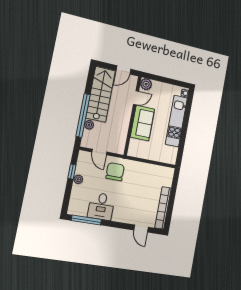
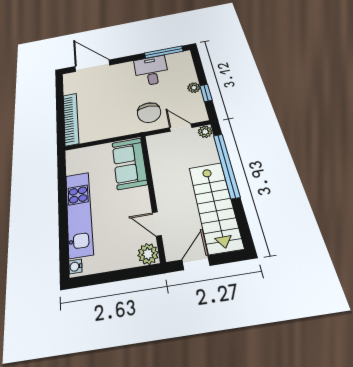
door: (136, 98) -> (157, 224), hinge flipped
sofa: (142, 123) -> (129, 163), moved
plant: (89, 125) -> (205, 132), moved
bookcase: (163, 208) -> (71, 119), moved
door: (141, 229) -> (92, 66), width x1.88

